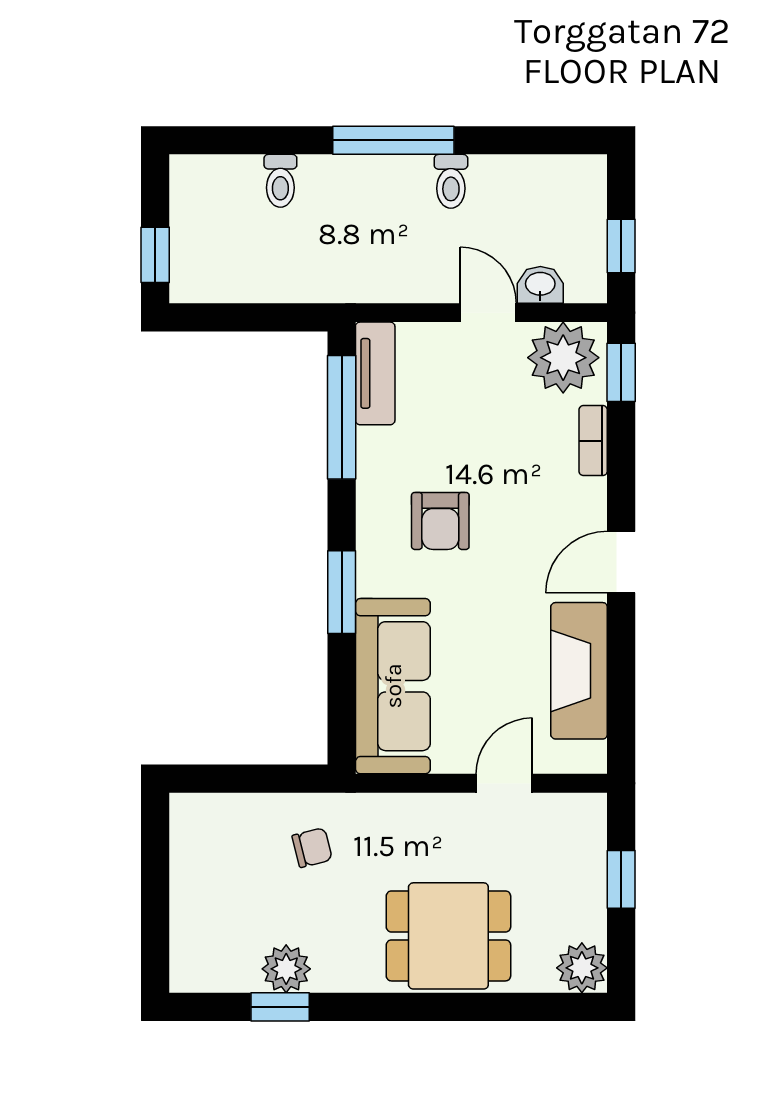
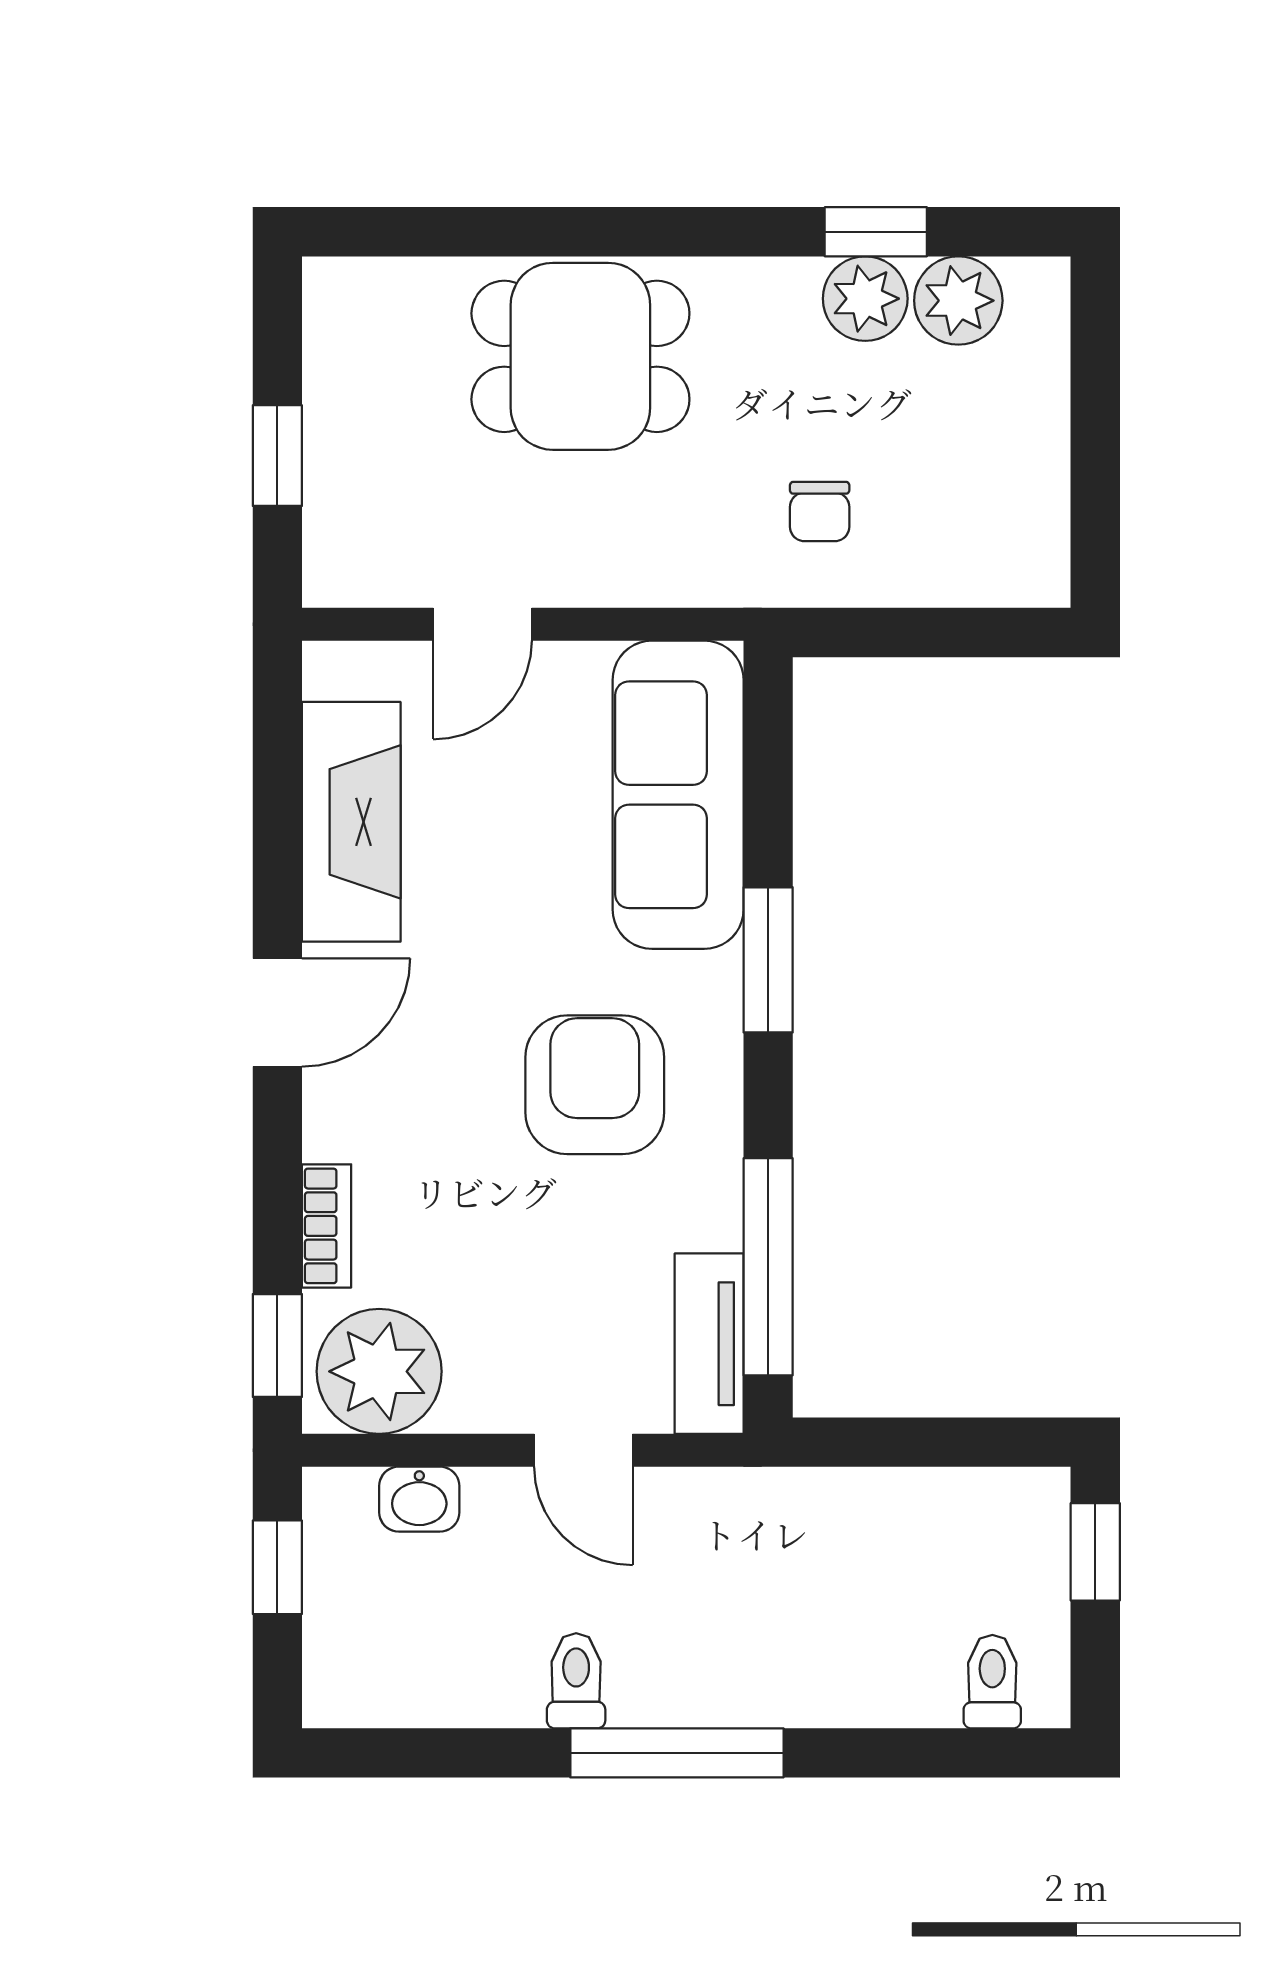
toilet: (280, 181) -> (992, 1682), moved
door: (488, 313) -> (583, 1450), moved
armchair: (440, 521) -> (595, 1085), width x1.38, depth x1.38
chair: (312, 848) -> (820, 512), turned -76
plant: (582, 968) -> (958, 301), moved

